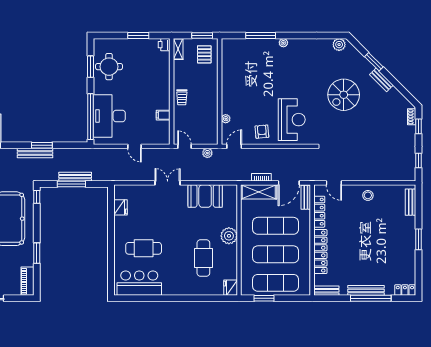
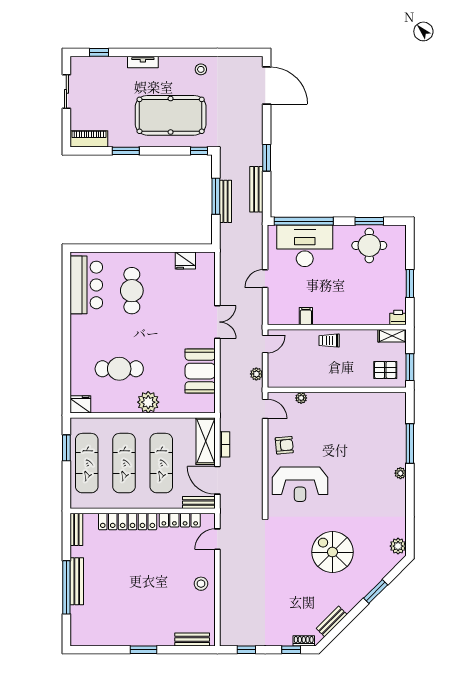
bench: (381, 80) -> (332, 621), moved
bench: (35, 153) -> (256, 189), moved
locker: (405, 290) -> (77, 632), removed

